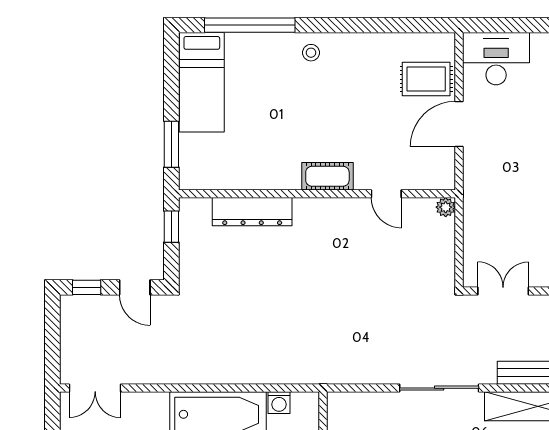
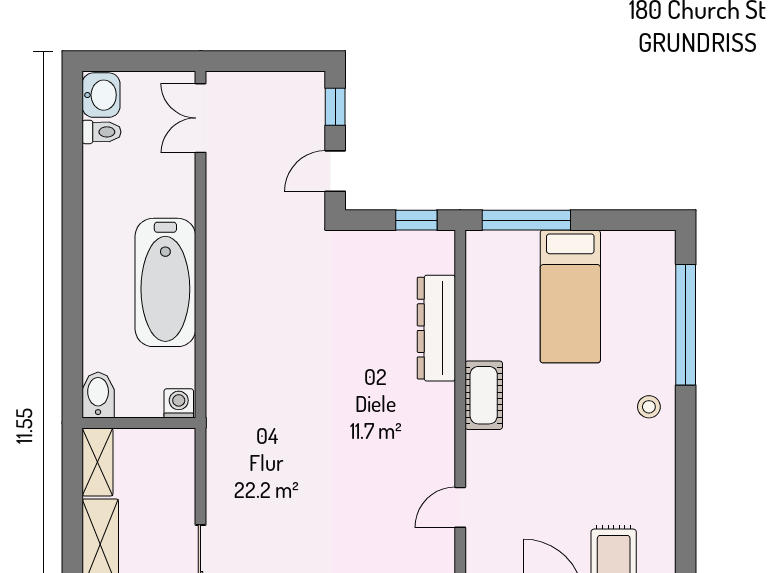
bed: (202, 82) -> (570, 296), moved, turned -90
window: (171, 144) -> (526, 220), width x1.44
cot: (327, 176) -> (484, 395), moved
washing machine: (279, 403) -> (179, 403), moved, turned 90

